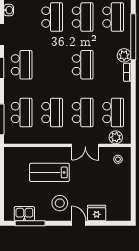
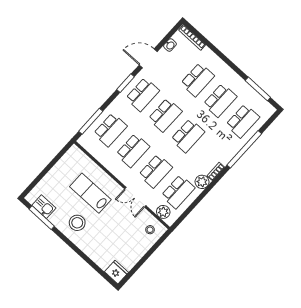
plant: (124, 55) -> (202, 182), moved
school desk: (52, 65) -> (165, 115), added
fridge: (97, 213) -> (116, 272), moved
door: (79, 223) -> (78, 250), removed

